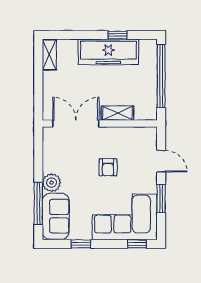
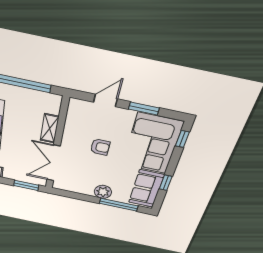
window: (38, 98) -> (26, 185), added
sofa: (56, 216) -> (146, 189), moved, turned -90

